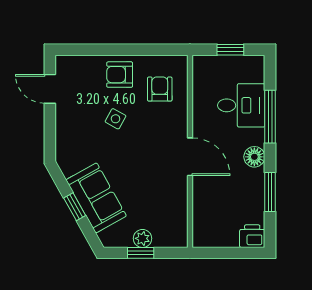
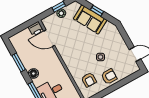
door: (190, 157) -> (49, 38), moved
printer: (252, 236) -> (36, 29), moved

